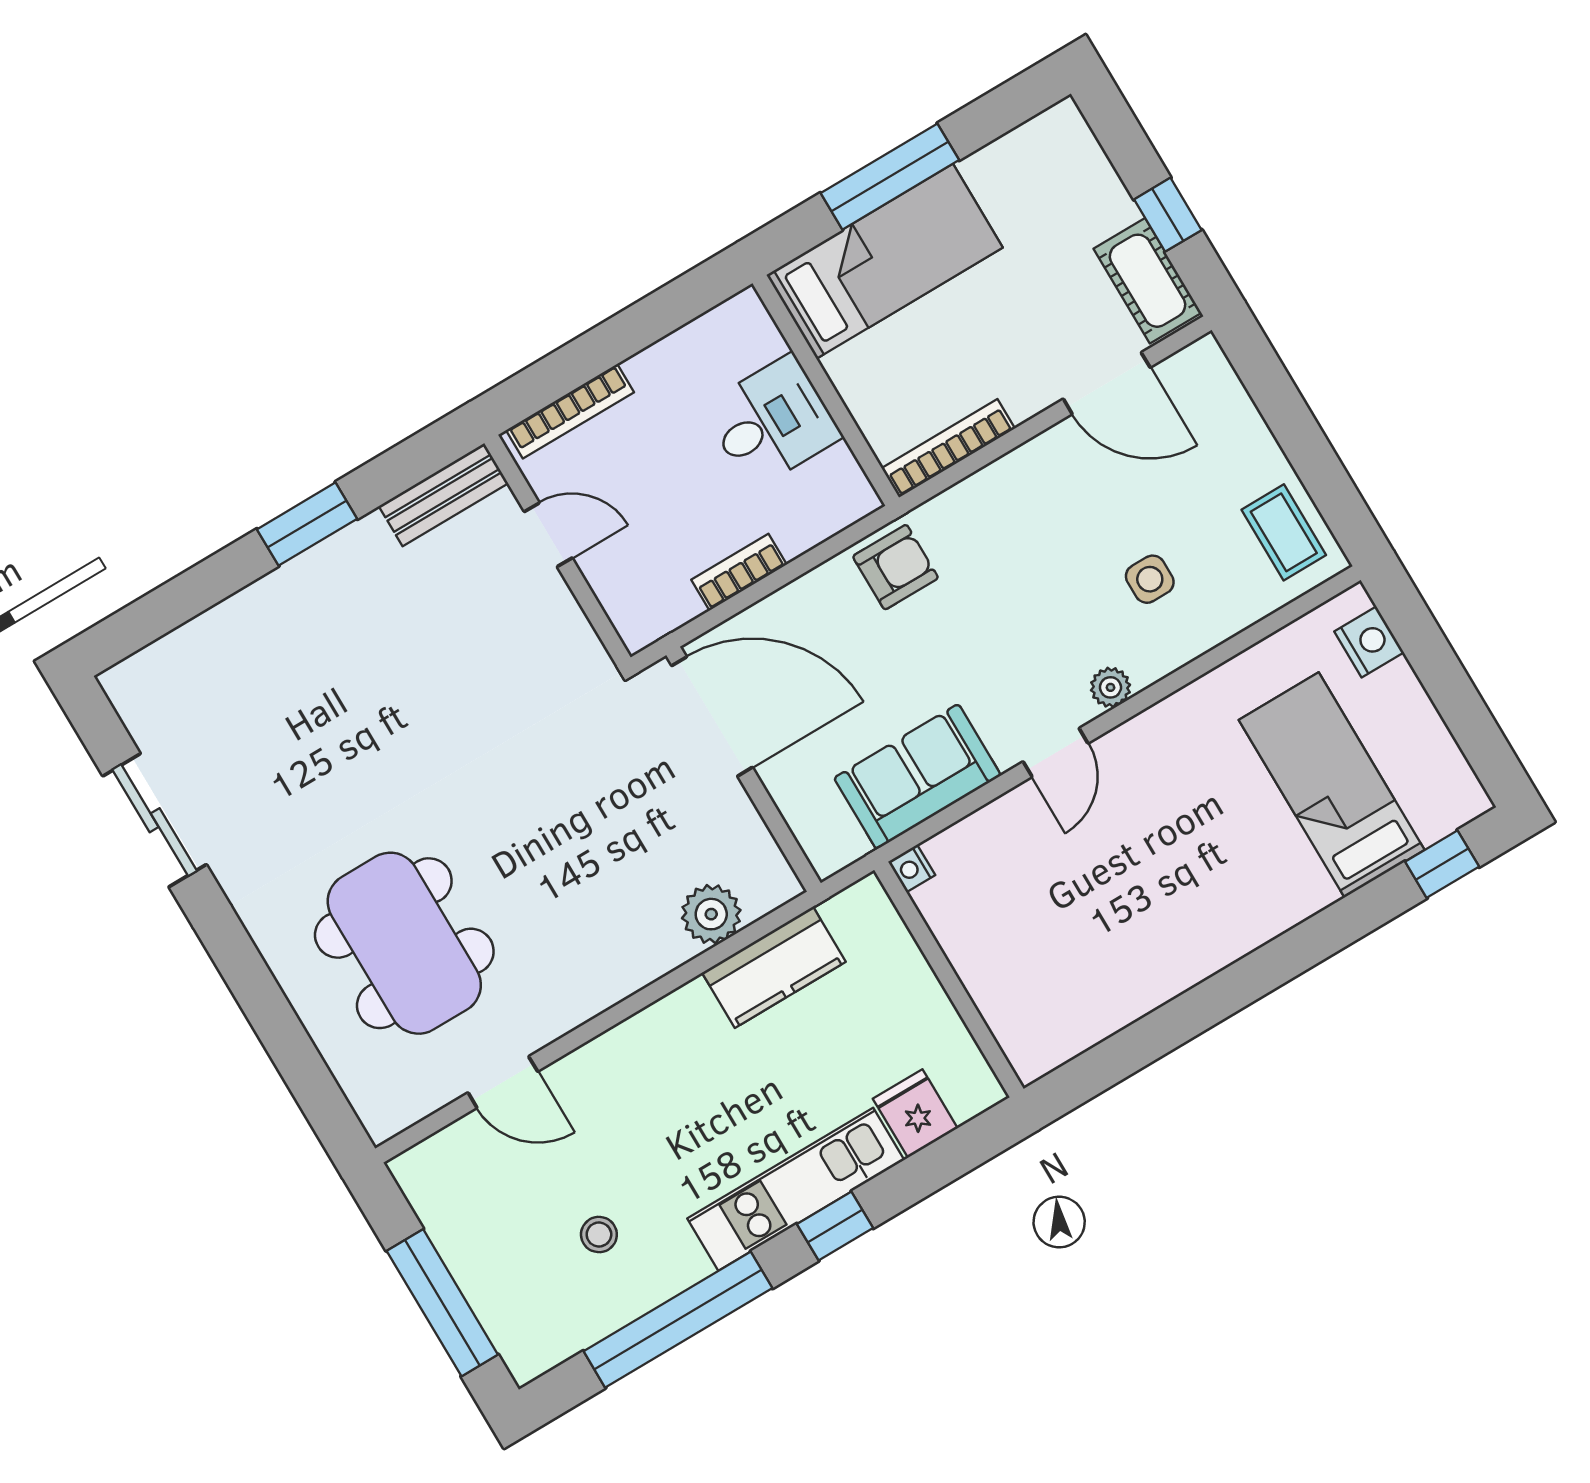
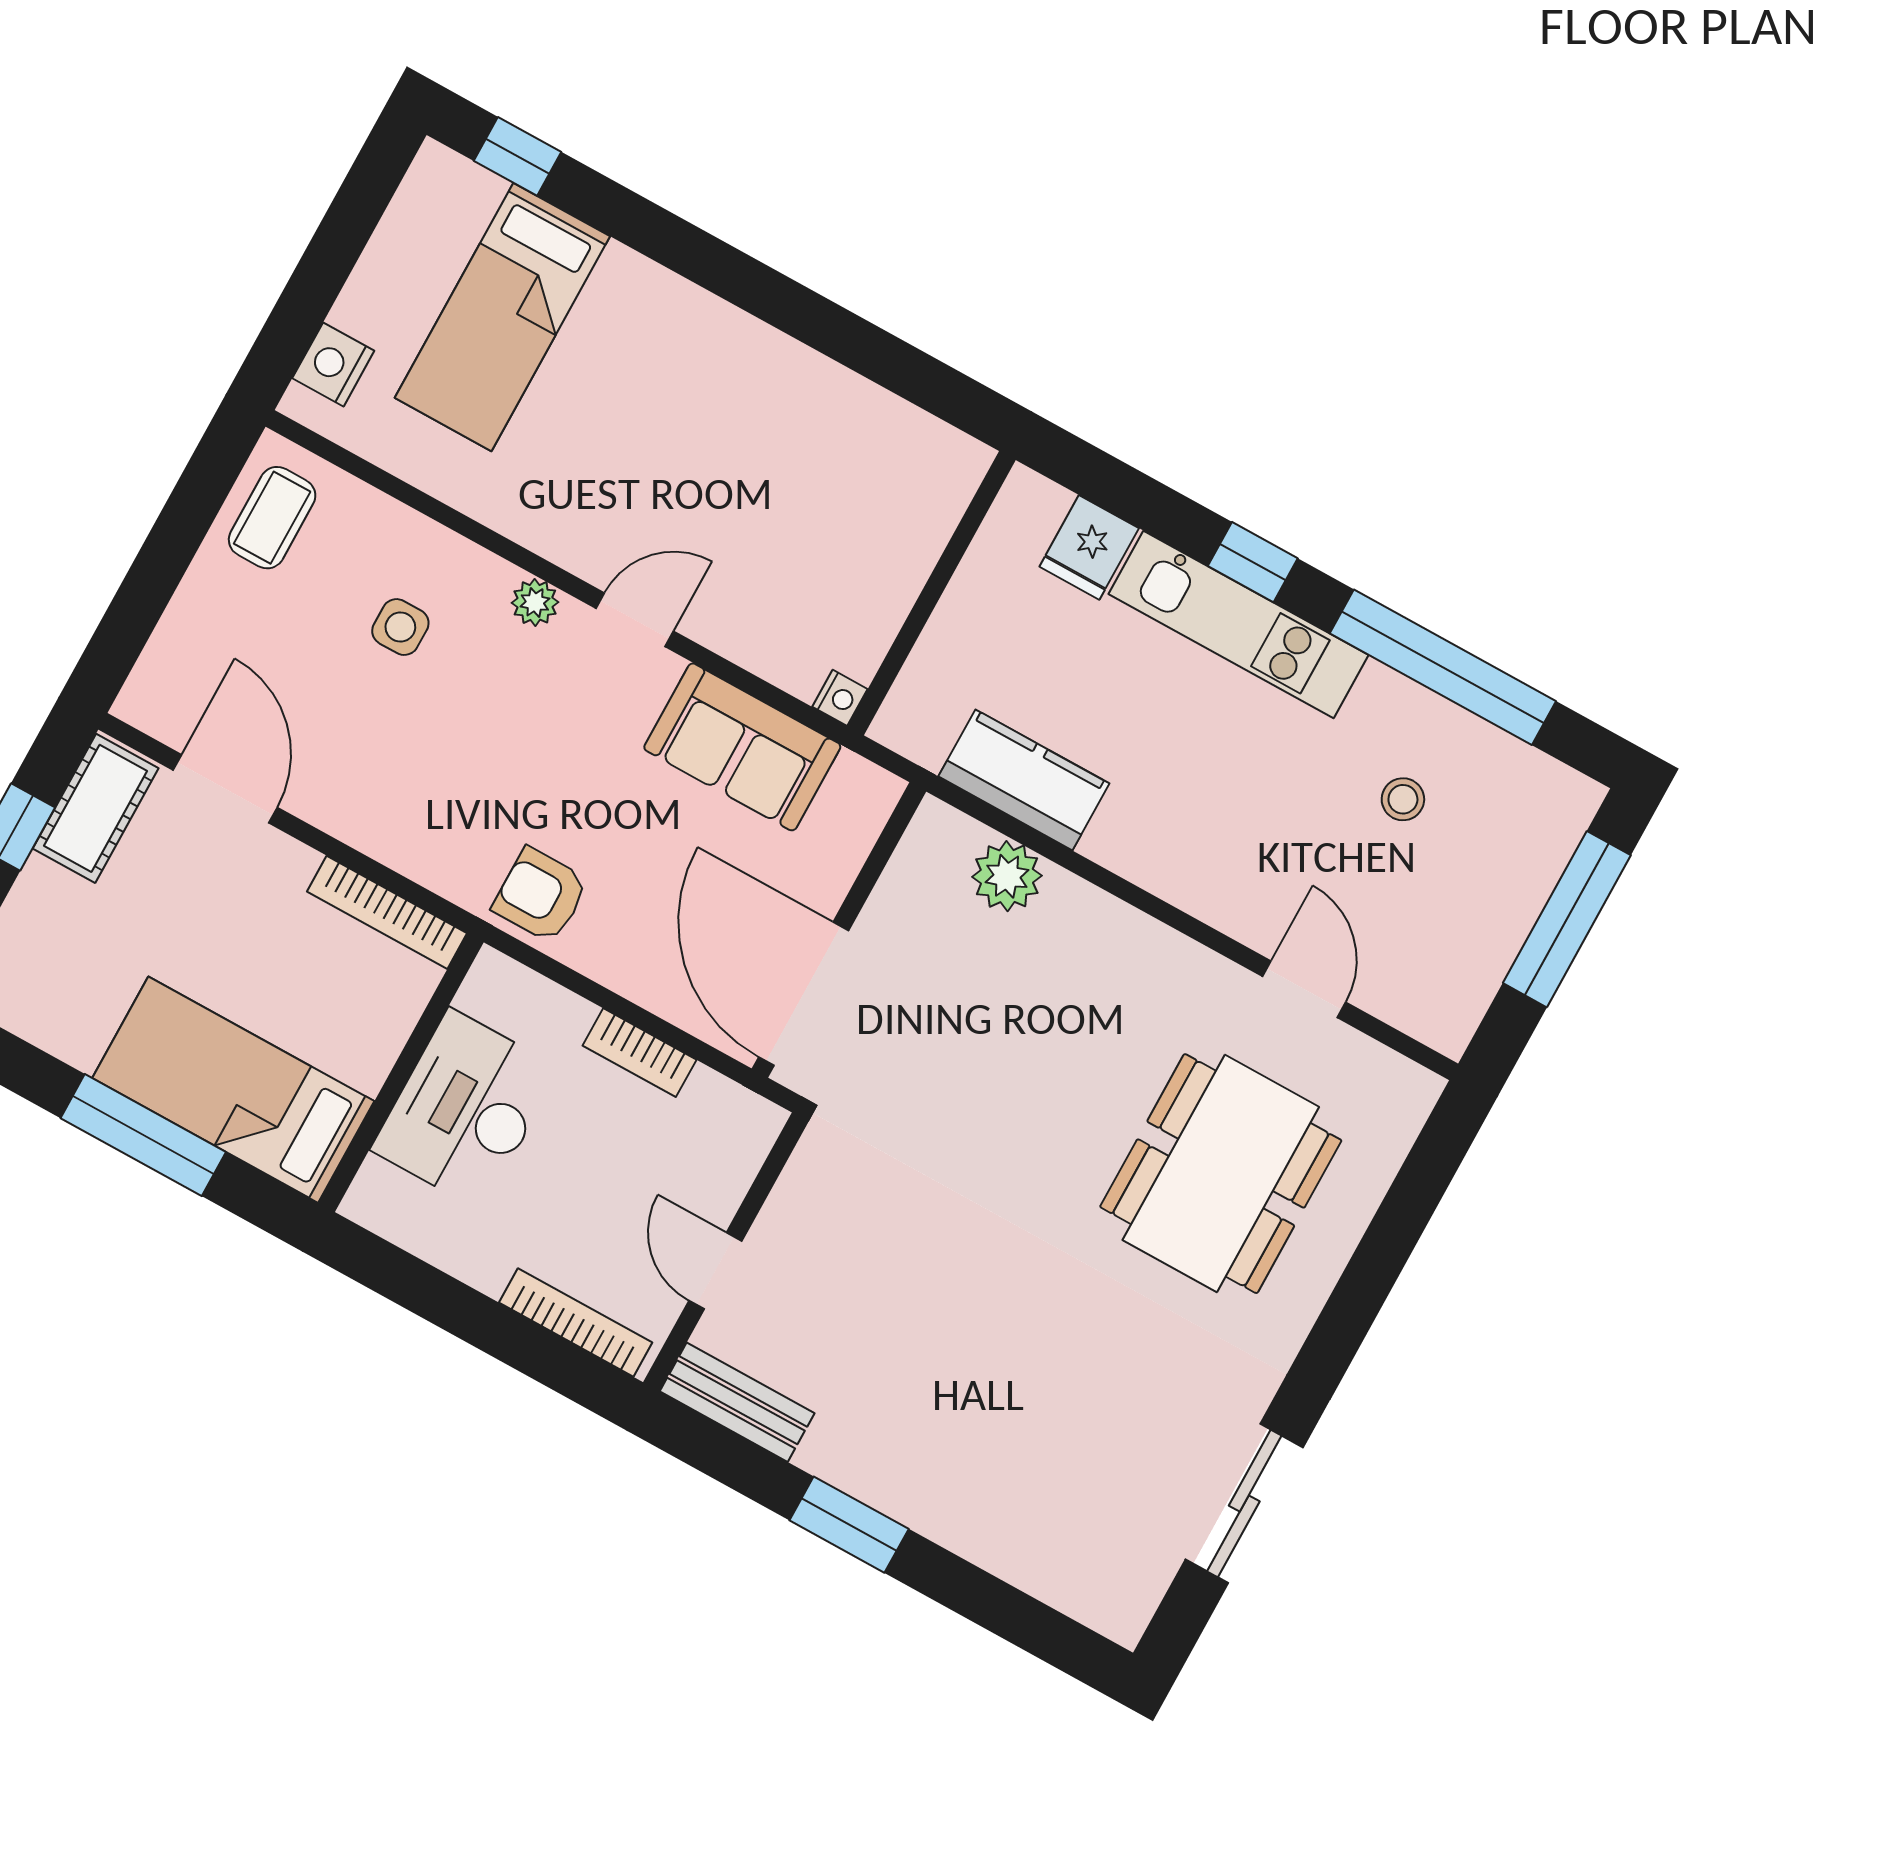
desk: (772, 422) -> (465, 1109), width x1.37

